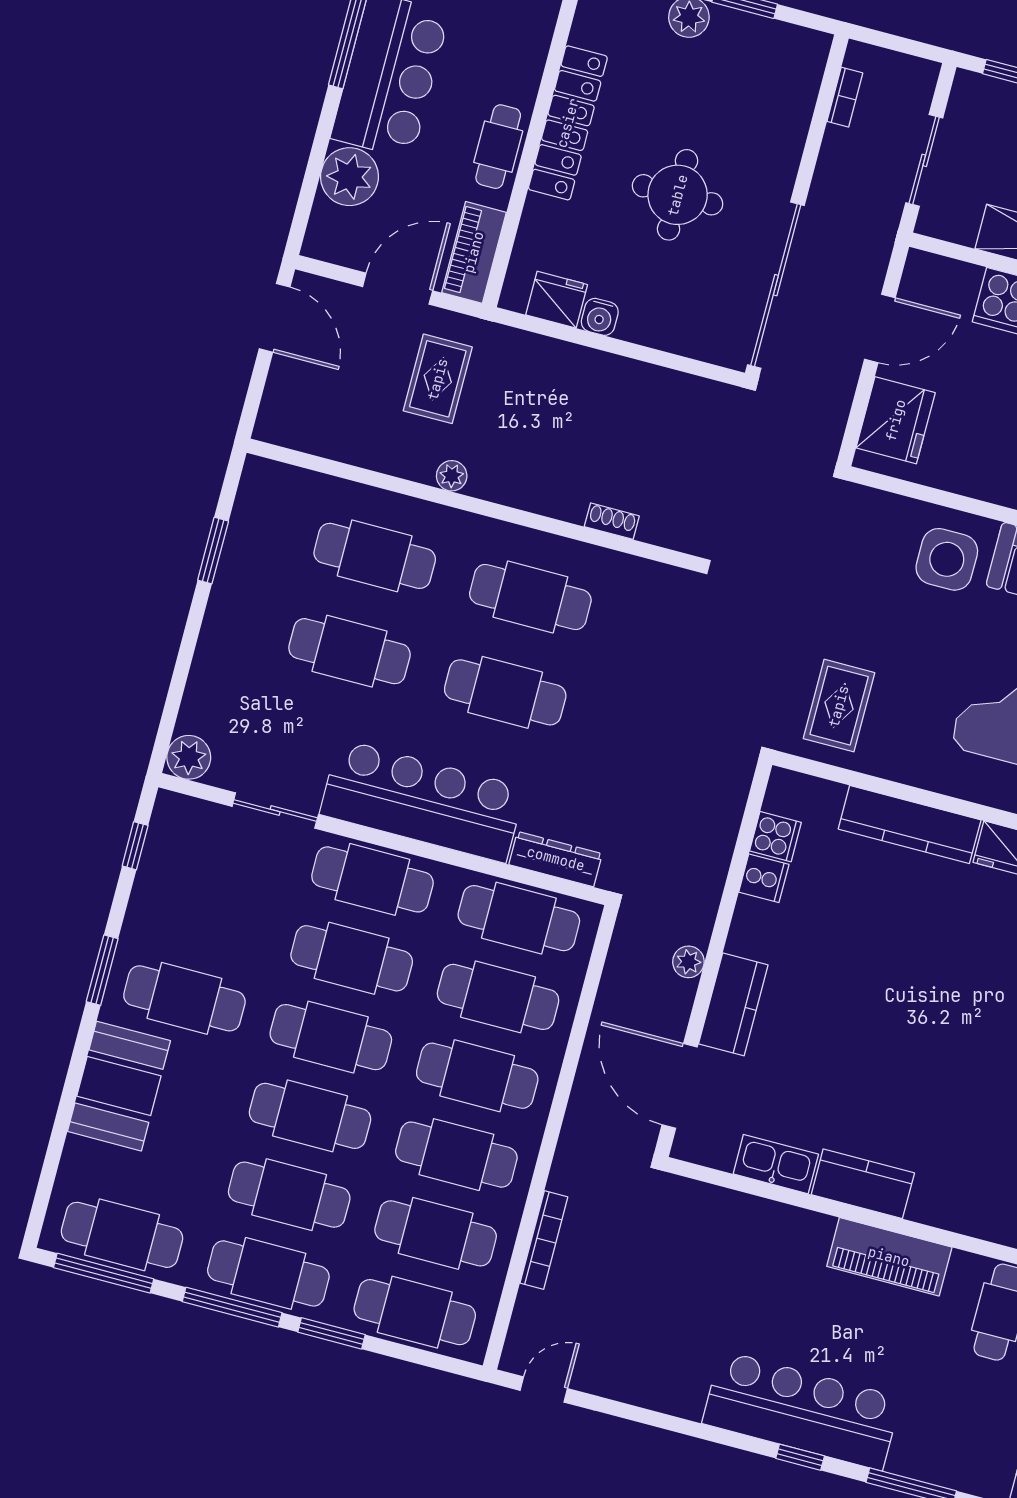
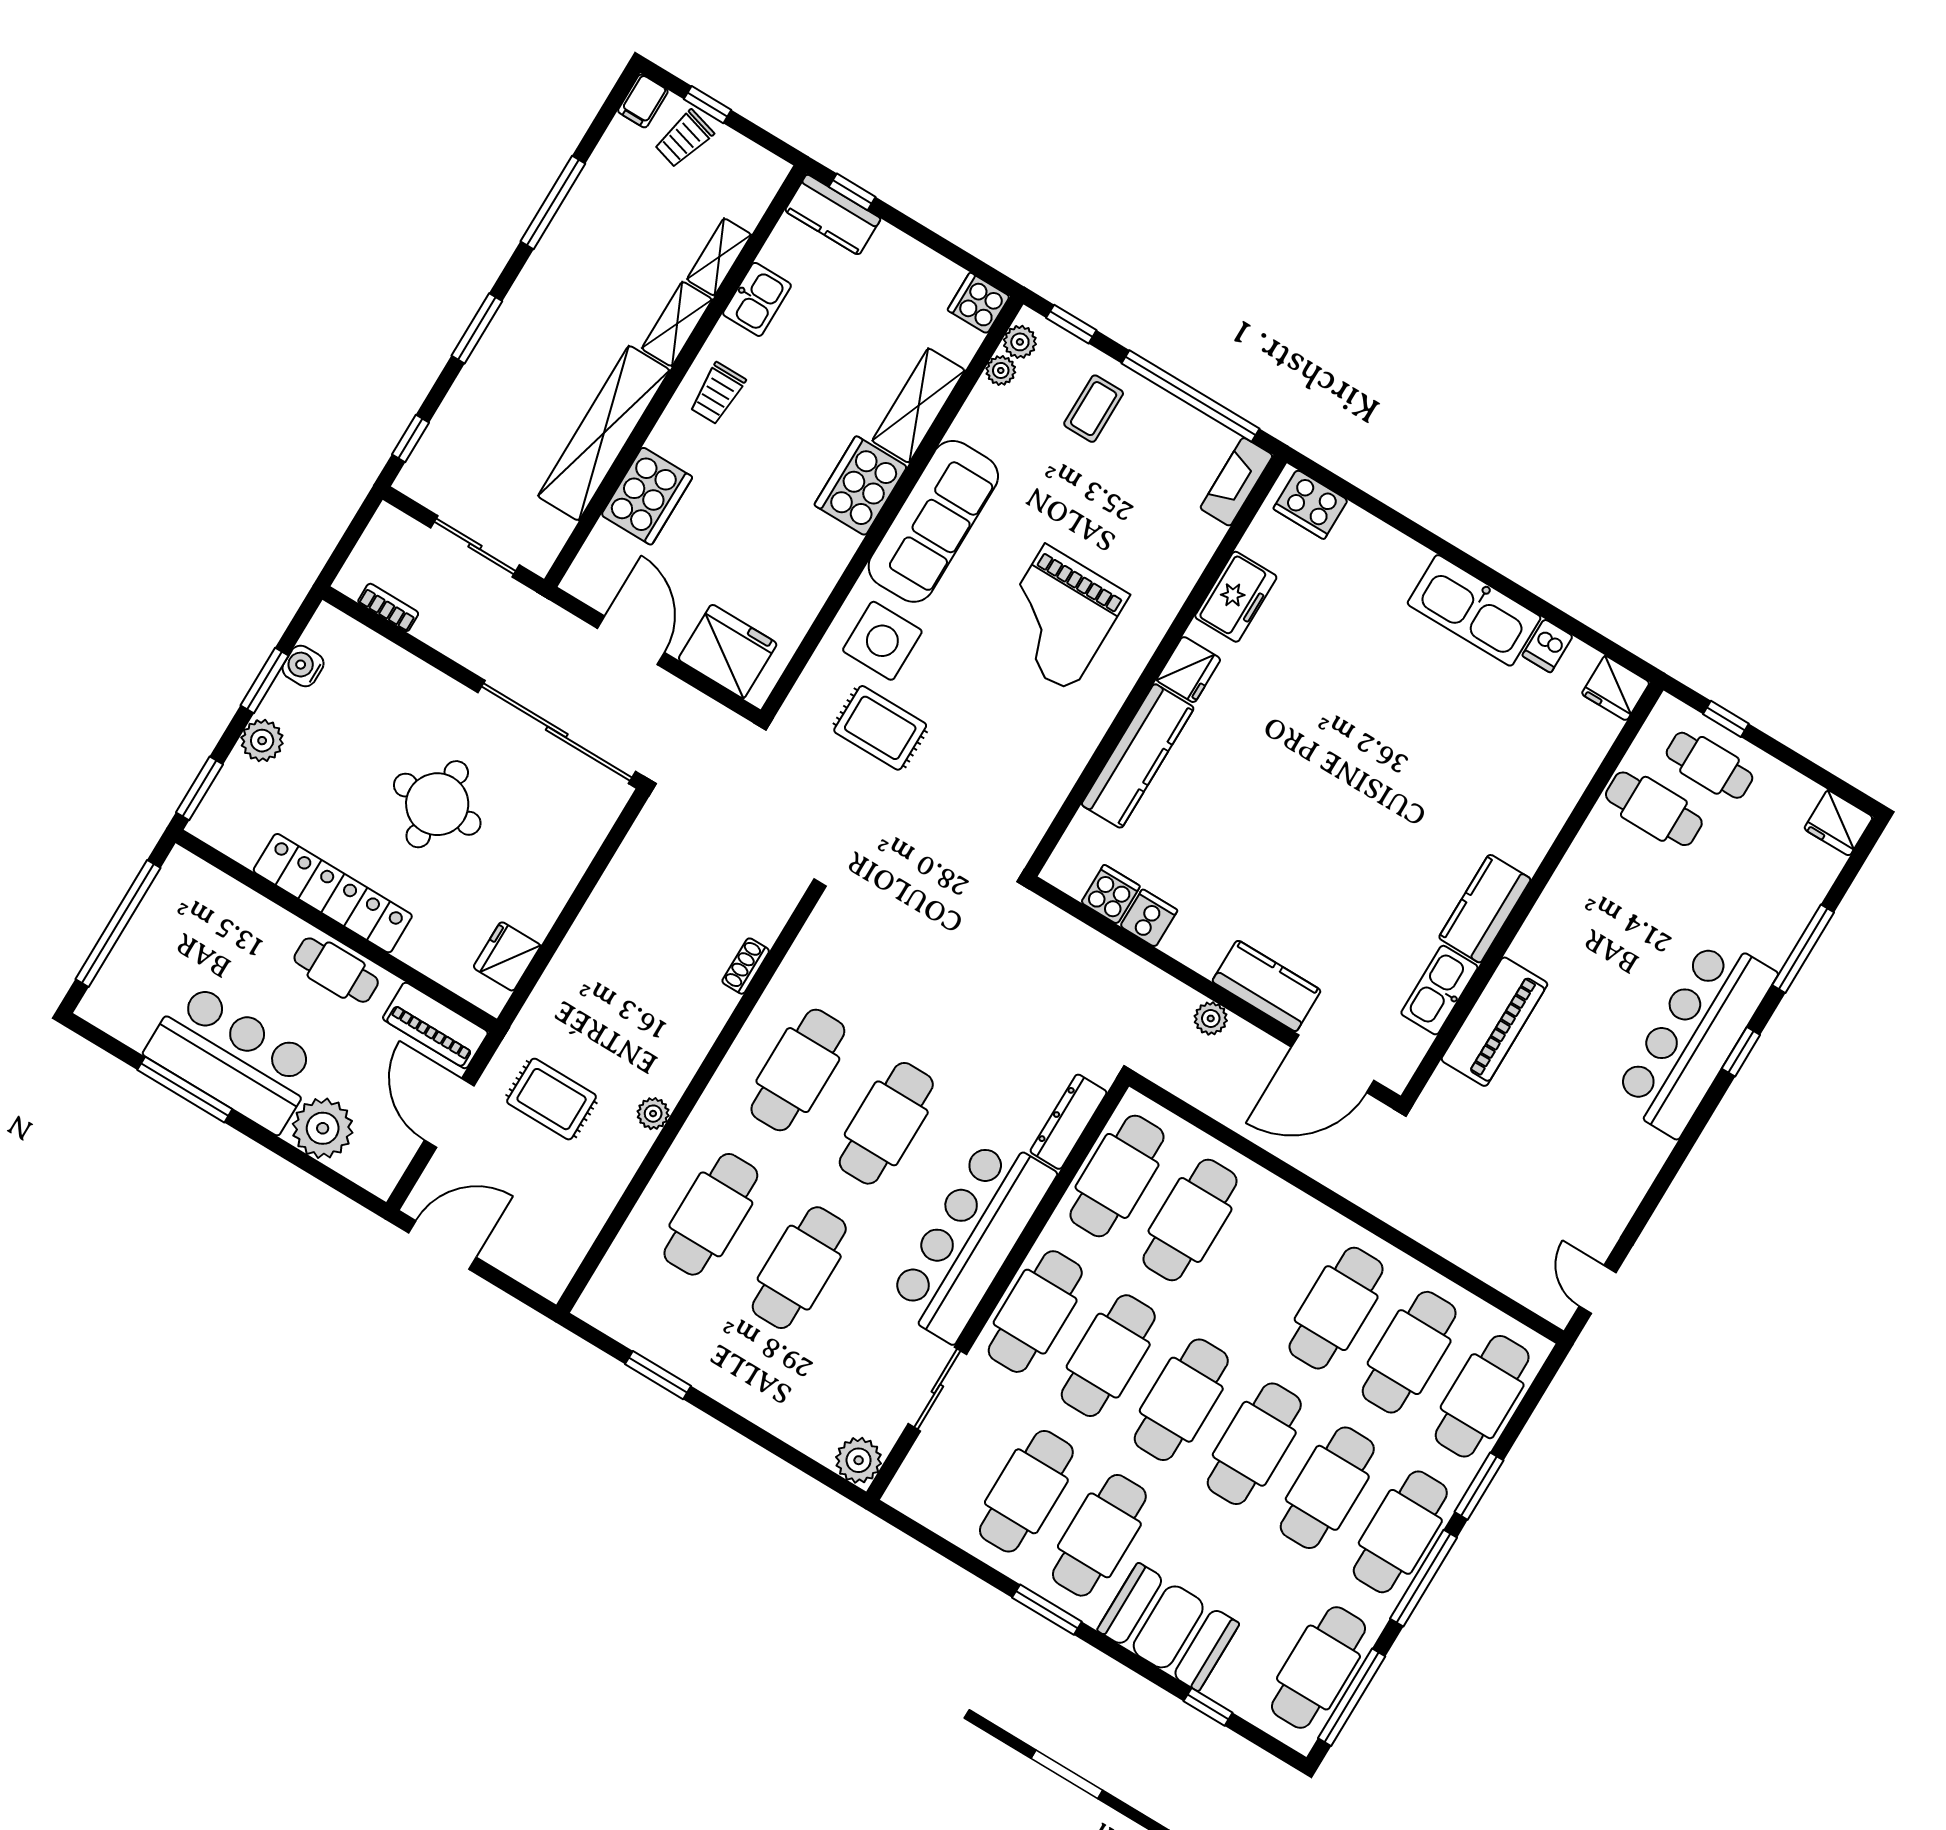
water cooler: (600, 317) -> (303, 666), moved, turned 180
rug: (839, 706) -> (880, 728), moved
window: (135, 846) -> (1208, 1707), moved
cafe table: (477, 1076) -> (1026, 1491), moved
bookcase: (544, 1240) -> (1448, 1245), removed
piano: (889, 1257) -> (1494, 1022), moved

